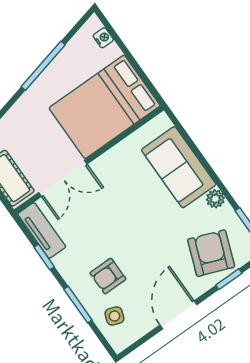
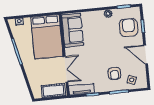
sofa: (179, 167) -> (73, 30), moved, turned -90
armchair: (211, 253) -> (129, 28), turned 69

